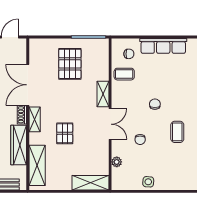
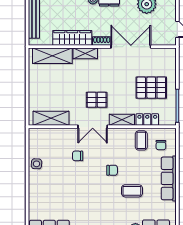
locker: (103, 68) -> (147, 120), added
shelving: (35, 119) -> (85, 53), moved
coffee table: (177, 132) -> (132, 191), moved
pallet: (65, 133) -> (97, 100), moved
plant: (117, 162) -> (56, 133), removed
shelving: (90, 183) -> (51, 118), moved, turned 90

